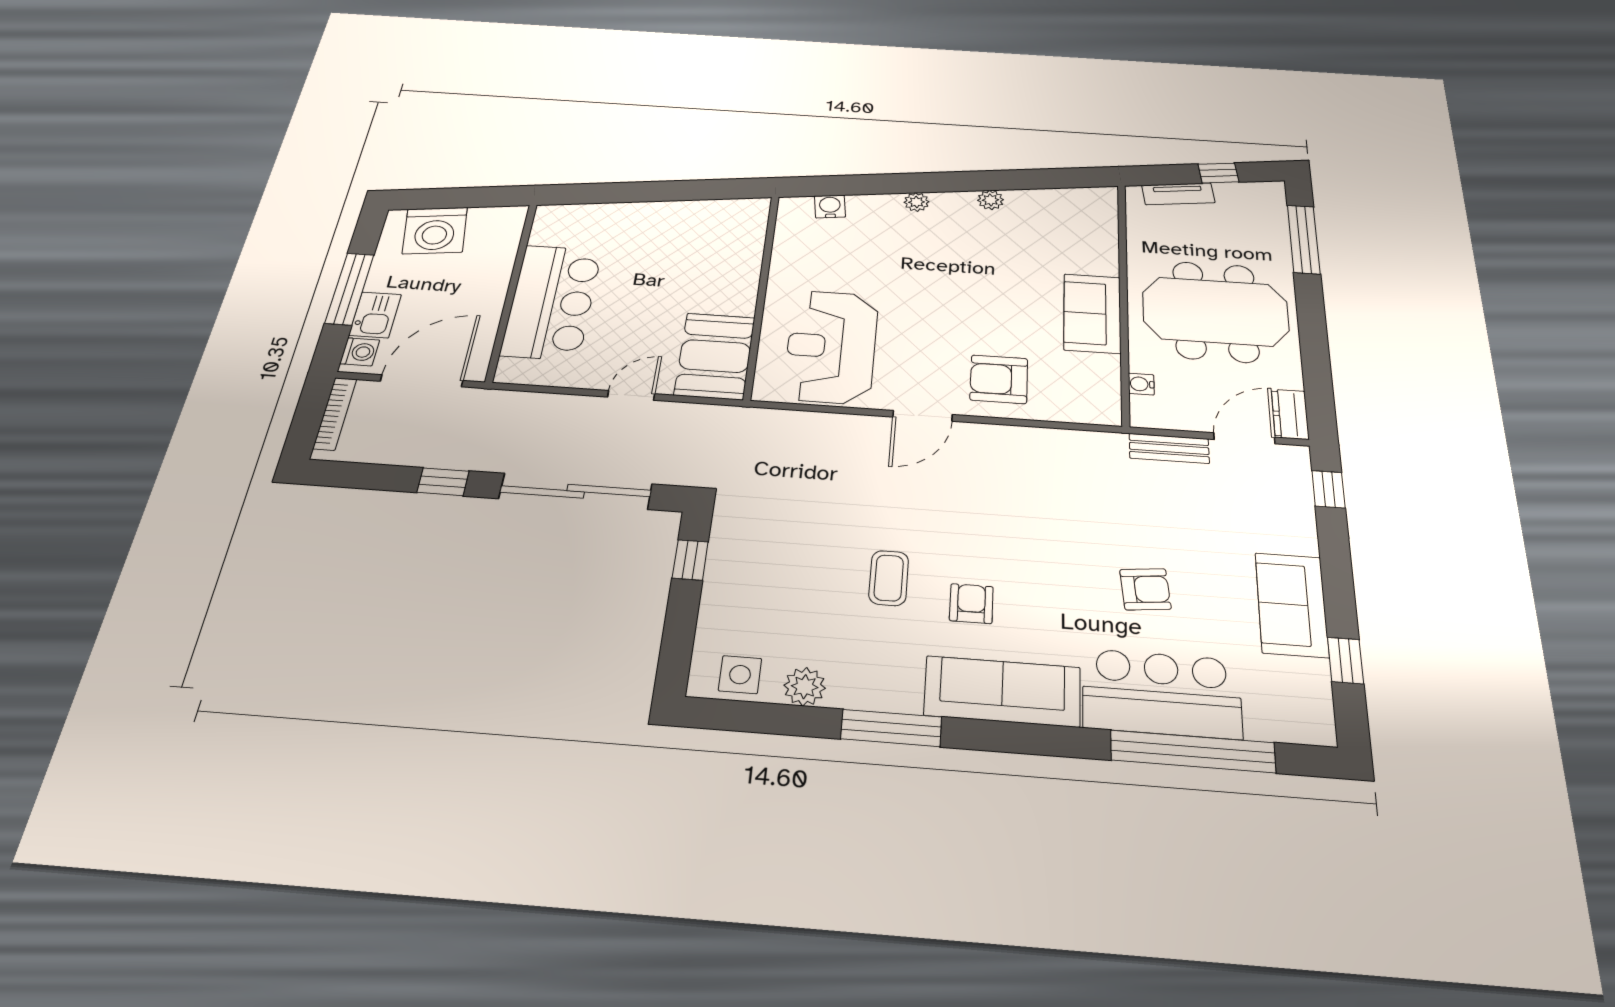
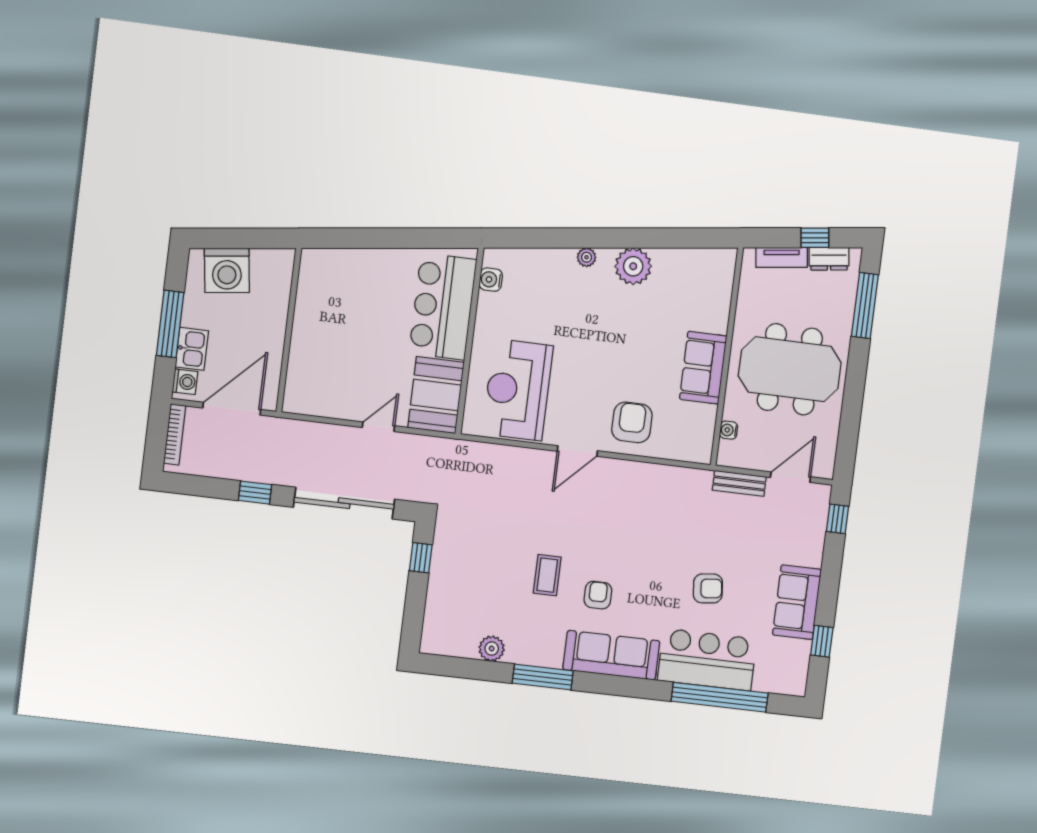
plant: (991, 200) -> (633, 266), width x1.87, depth x1.87
water cooler: (830, 206) -> (491, 280), moved, turned -83
bar counter: (552, 302) -> (443, 306), moved, turned 180
armchair: (999, 379) -> (632, 422), turned 90
dresser: (1290, 414) -> (829, 259), moved, turned -97
side table: (740, 675) -> (452, 639), removed

